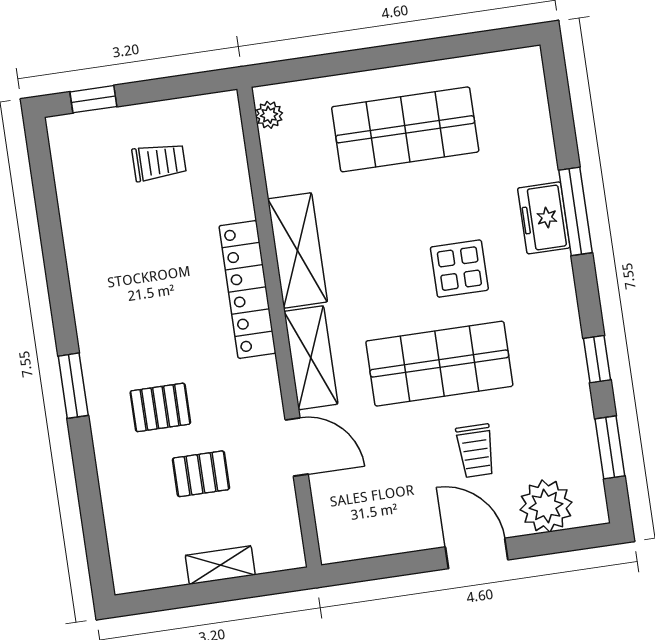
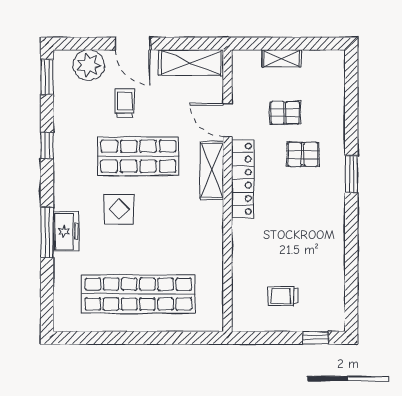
plant: (269, 115) -> (216, 314), removed
shop shelf: (405, 129) -> (138, 294), width x1.40
shelving: (297, 250) -> (191, 63), moved, turned 90
locker: (247, 290) -> (243, 179), moved
window: (610, 447) -> (47, 77), moved

